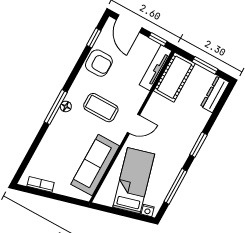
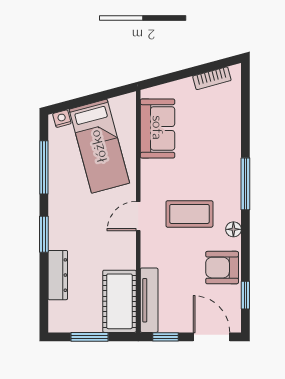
dresser: (215, 94) -> (58, 275), moved
floor lamp: (66, 106) -> (233, 229), moved
sofa: (95, 165) -> (157, 128), width x0.73

